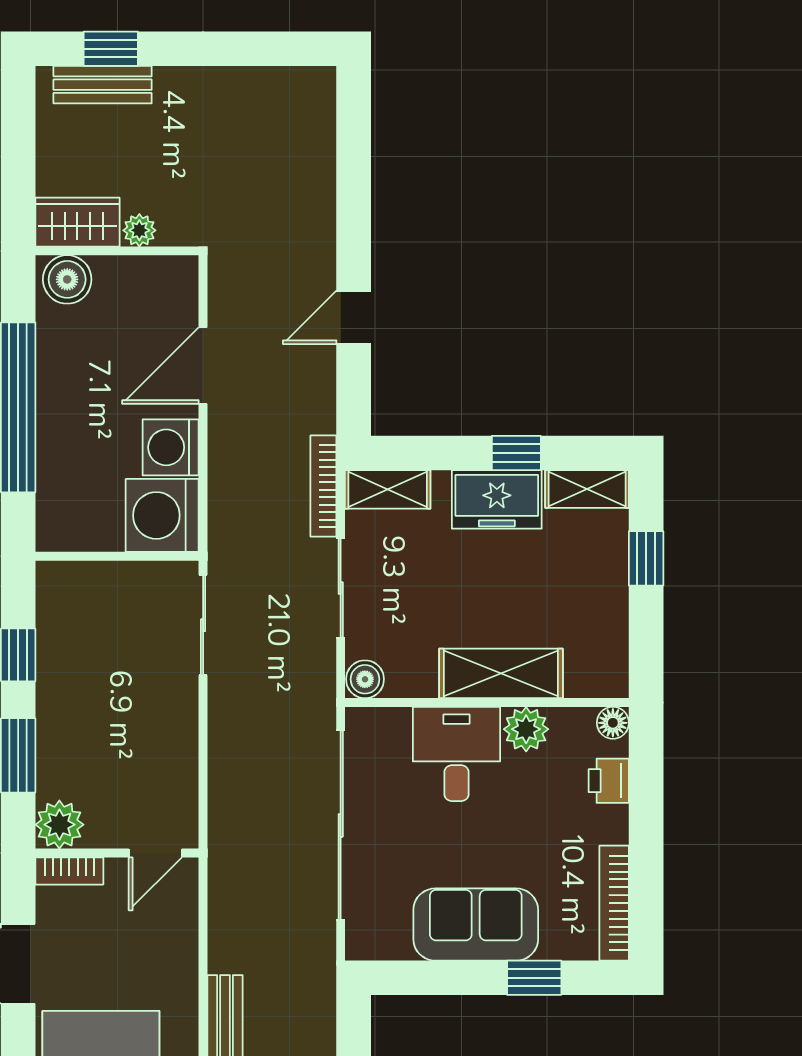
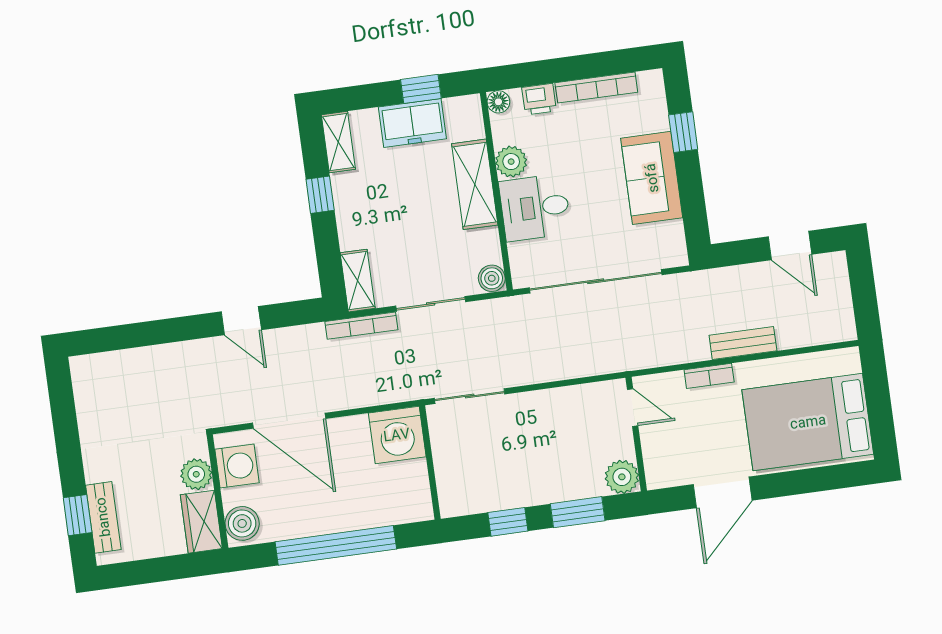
plant: (139, 230) -> (196, 474), width x1.38, depth x1.38
door: (203, 366) -> (289, 421), width x1.36
washing machine: (171, 447) -> (237, 466), moved, turned -90
freezer: (497, 499) -> (412, 123), moved, turned 90
window: (646, 558) -> (421, 89), moved
bookcase: (69, 871) -> (709, 376), moved, turned 90
bookcase: (614, 903) -> (596, 87), moved

